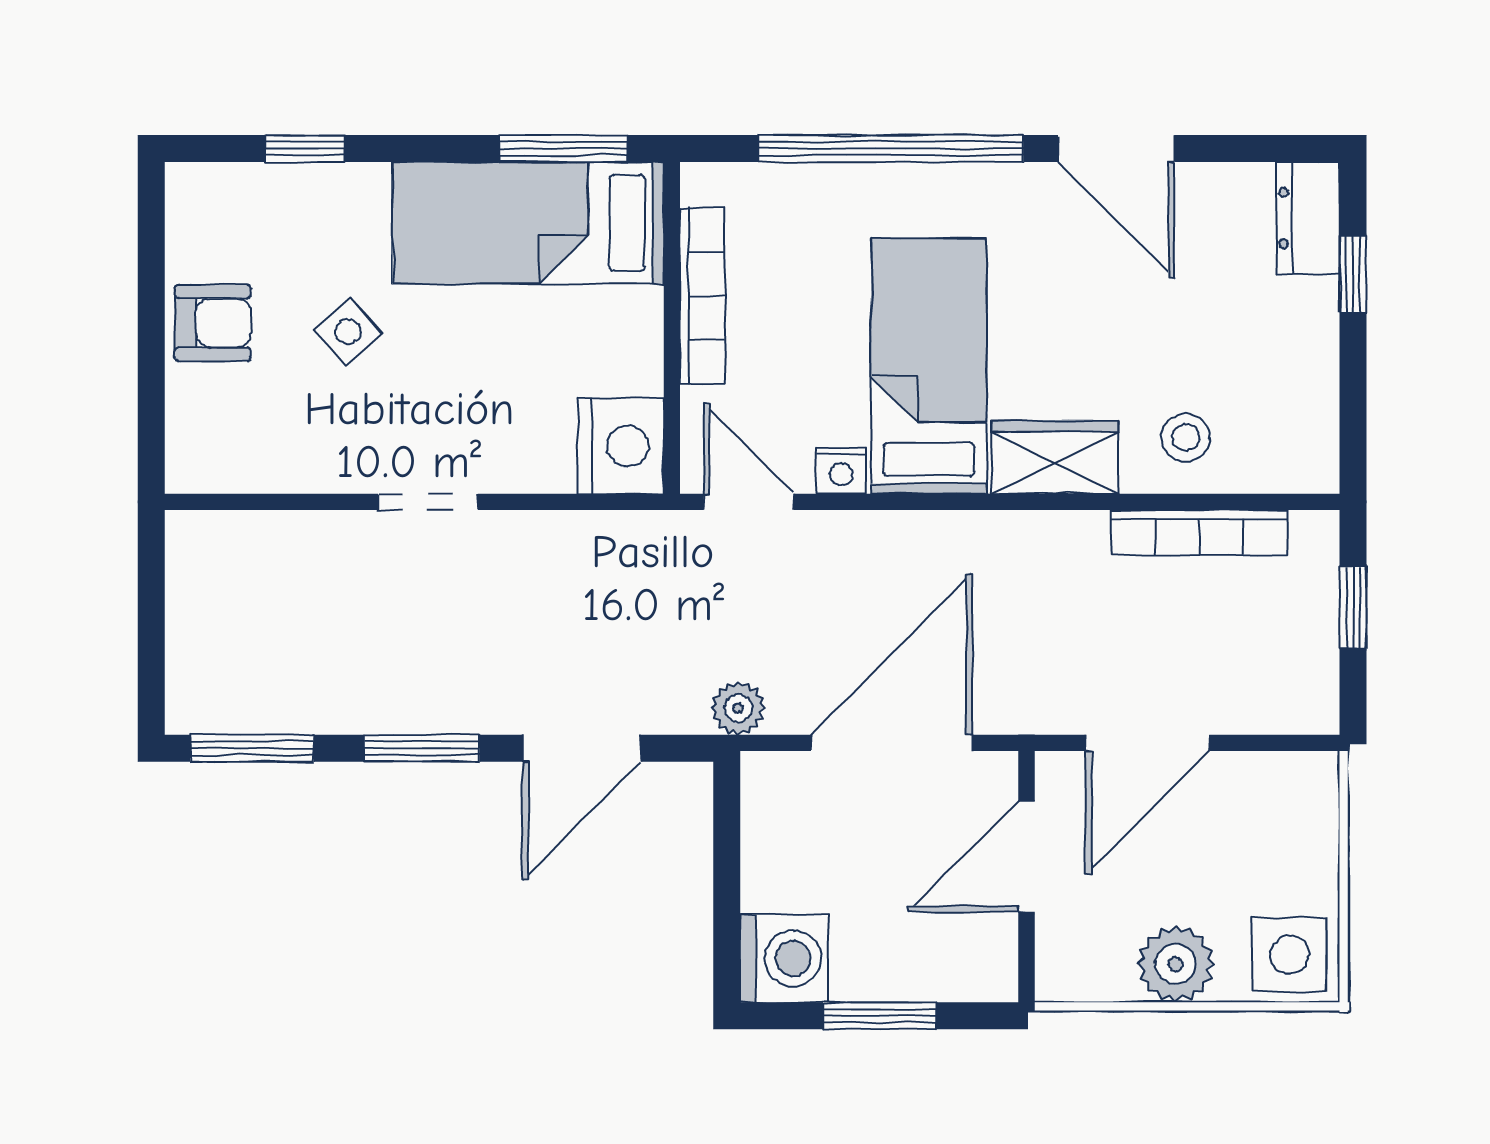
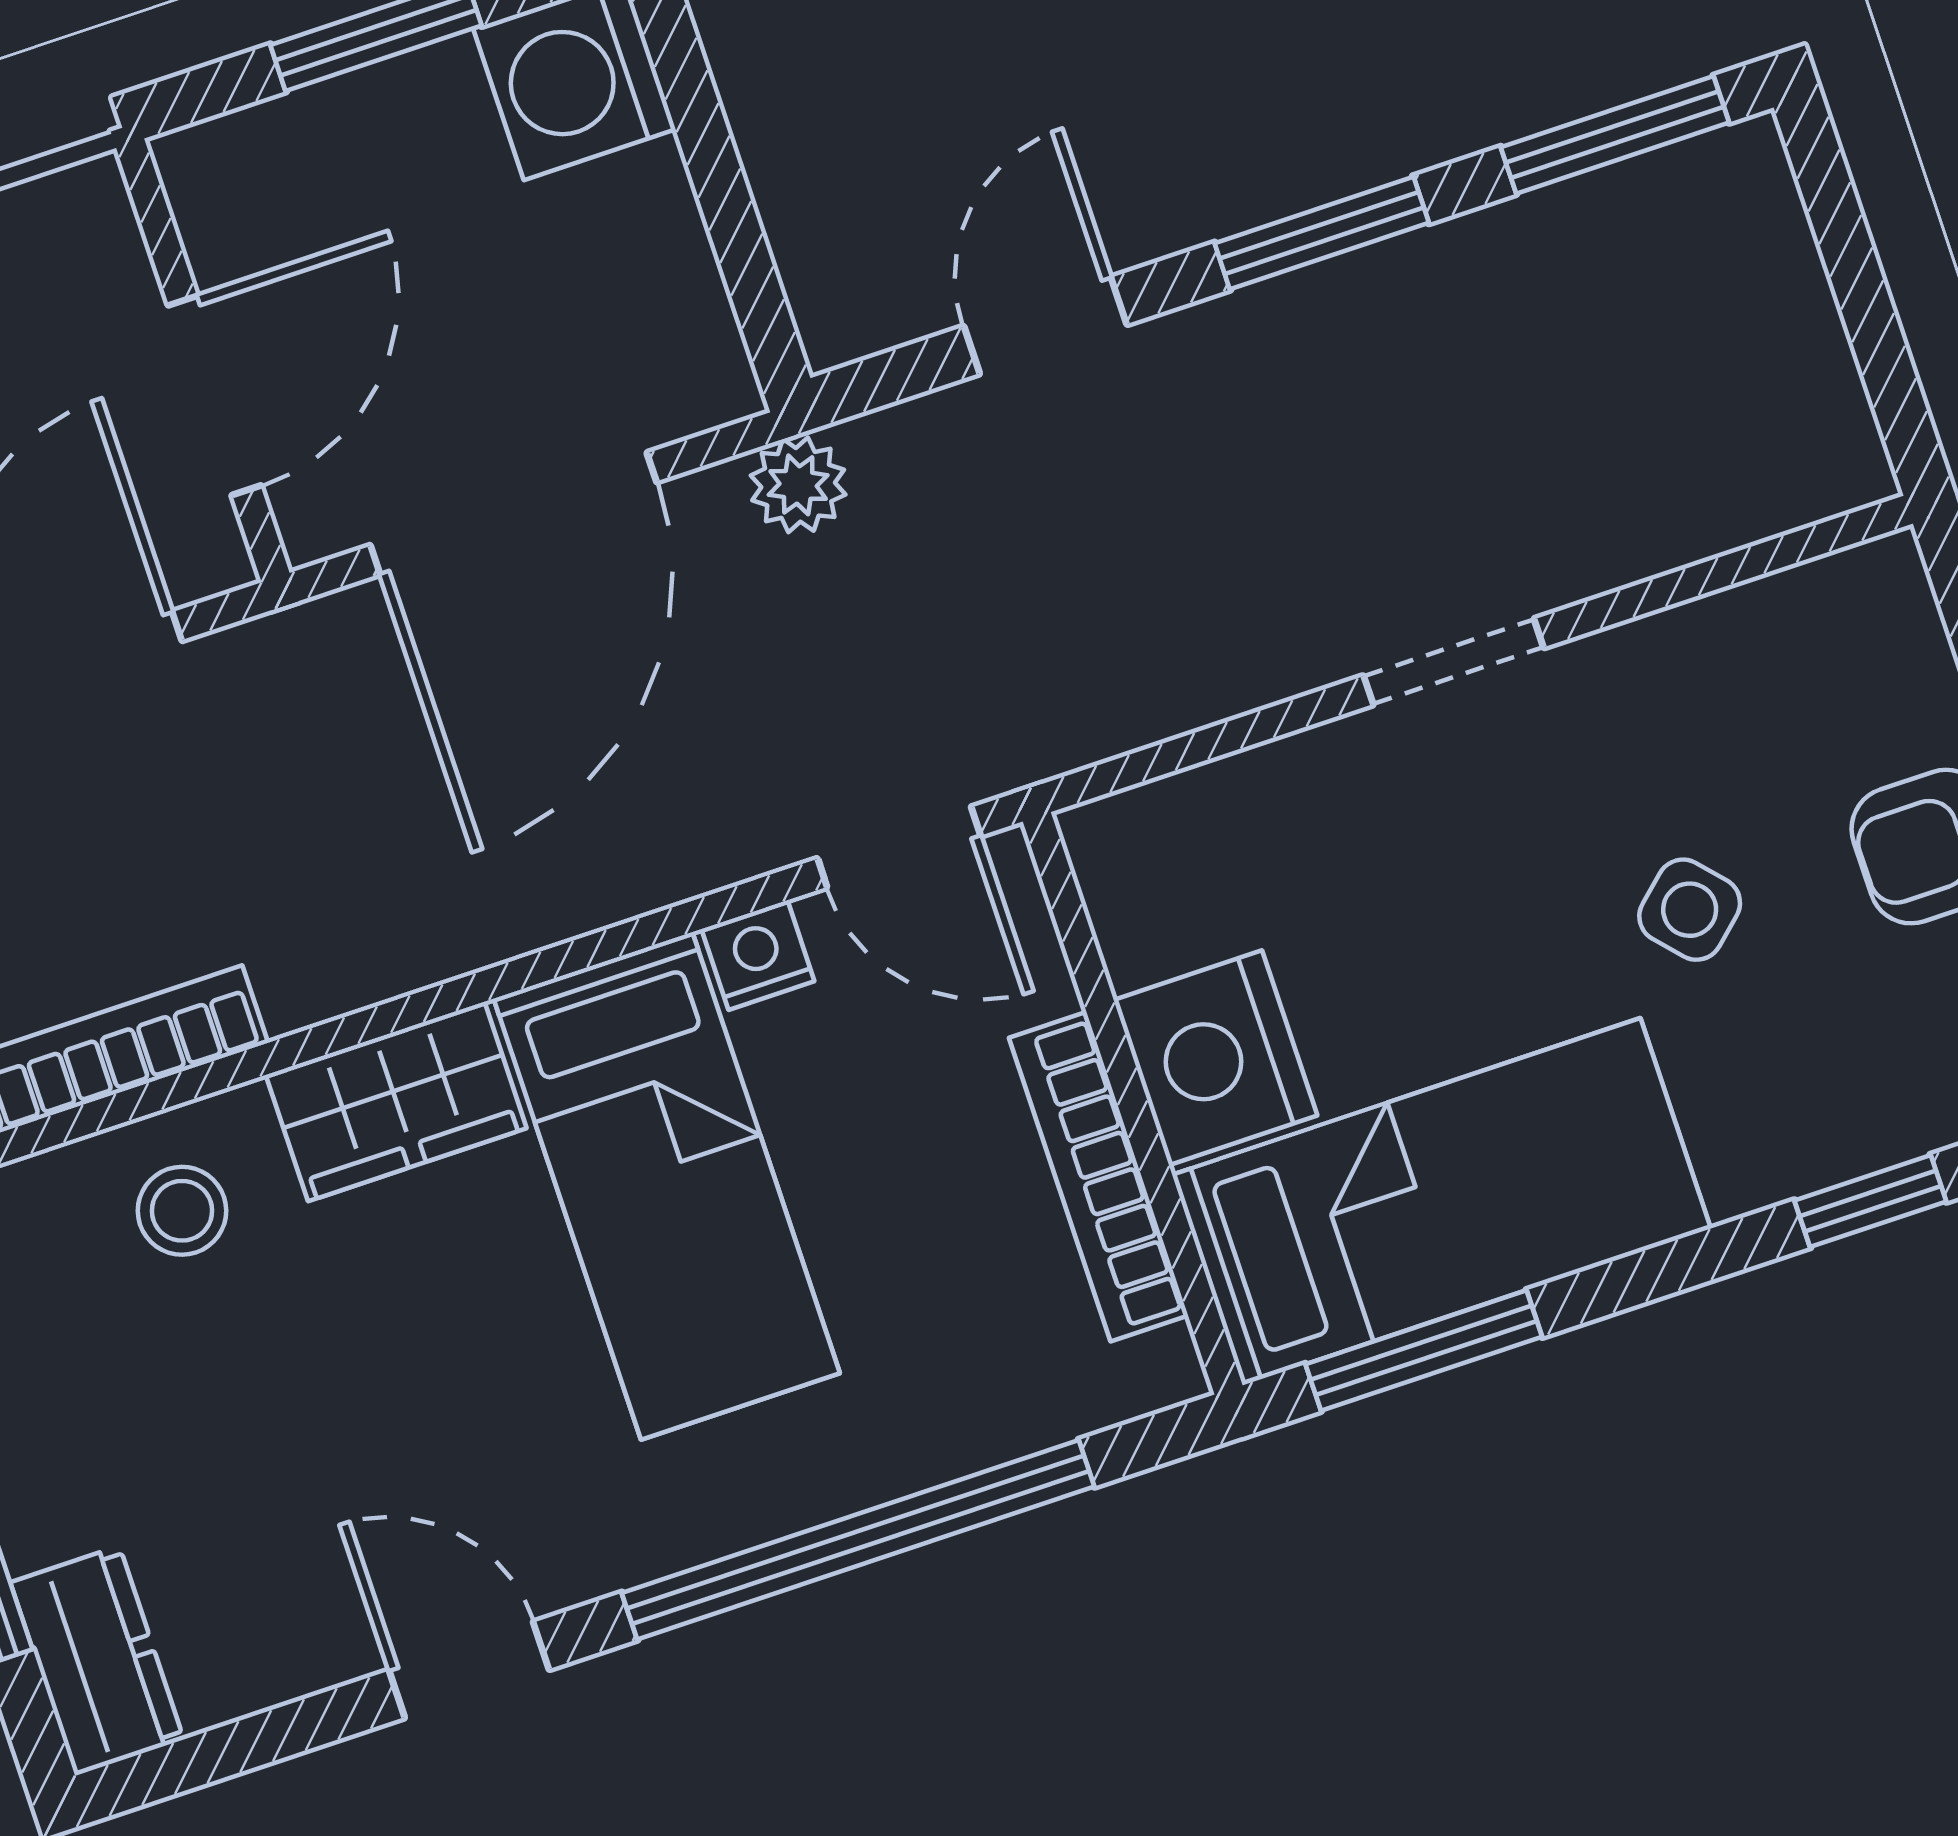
door: (1116, 149) -> (469, 1670), width x0.73
nightstand: (621, 446) -> (1215, 1058), moved
door: (582, 748) -> (1045, 325), width x0.73

